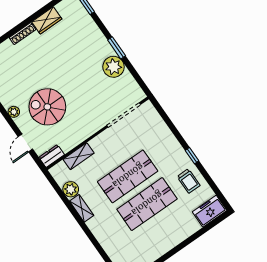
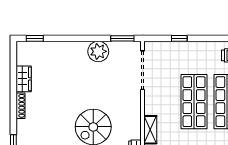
window: (117, 48) -> (122, 38), moved
window: (192, 156) -> (179, 38), moved

